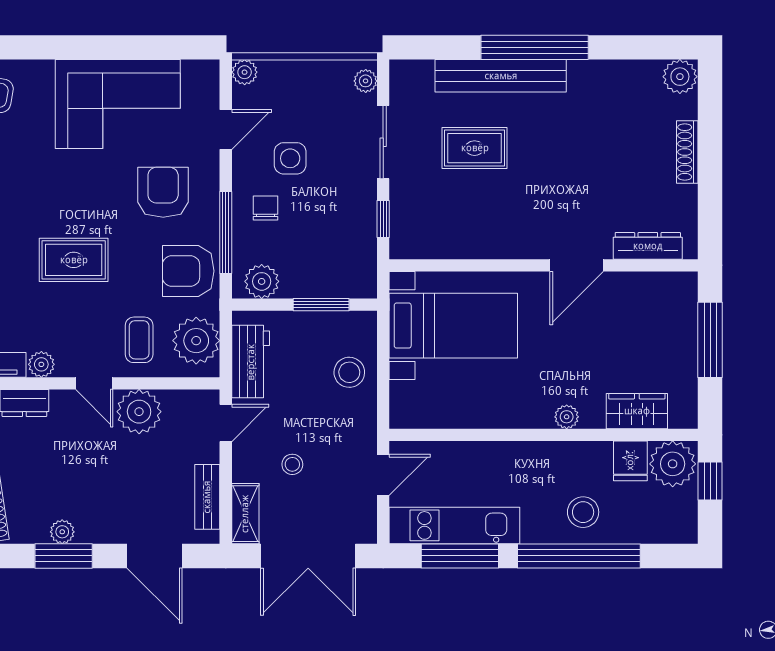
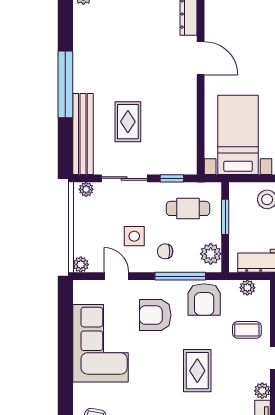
bench: (501, 76) -> (83, 134), moved
cafe table: (335, 245) -> (188, 208), added
plant: (196, 341) -> (247, 288), width x0.53, depth x0.53

